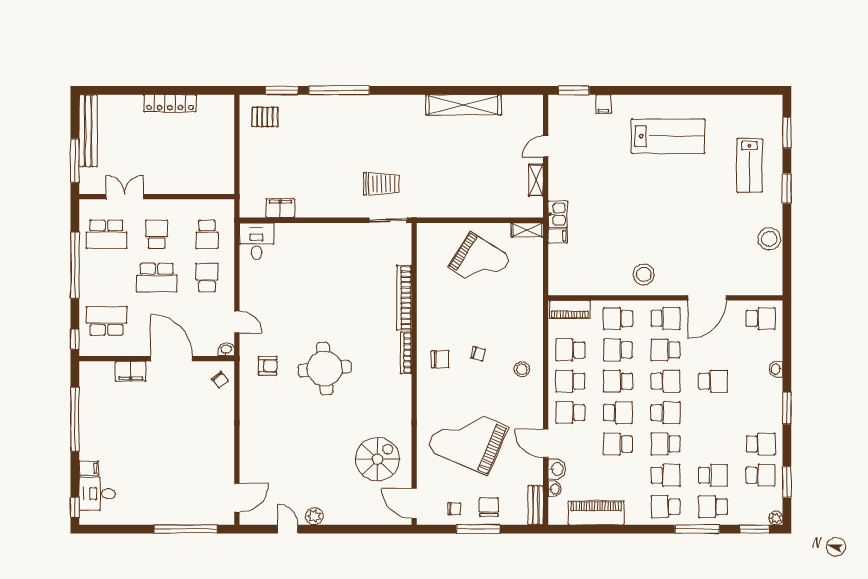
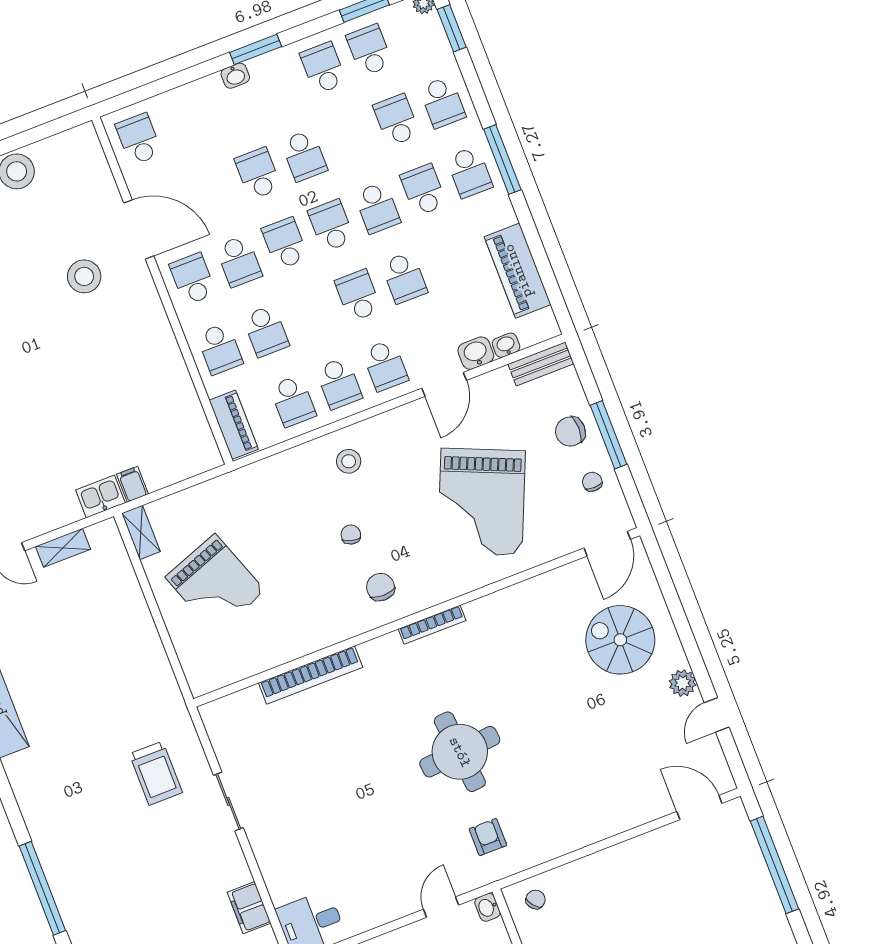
trolley: (381, 184) -> (156, 773), turned 180
sliding door: (388, 220) -> (228, 801), moved
grand piano: (480, 262) -> (215, 584), turned 128
stool: (644, 274) -> (84, 276), moved
bookcase: (406, 353) -> (432, 625), moved
washbasin: (776, 369) -> (235, 76), moved
school desk: (618, 381) -> (304, 156), moved
spiral stairs: (378, 459) -> (620, 640), moved
window: (697, 529) -> (502, 159), moved

